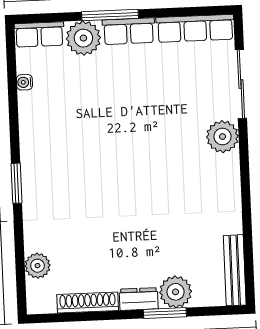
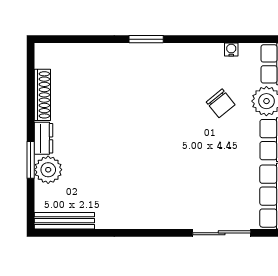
chair: (88, 92) -> (221, 103), added
plant: (222, 137) -> (178, 215), removed
plant: (38, 266) -> (75, 54), removed

